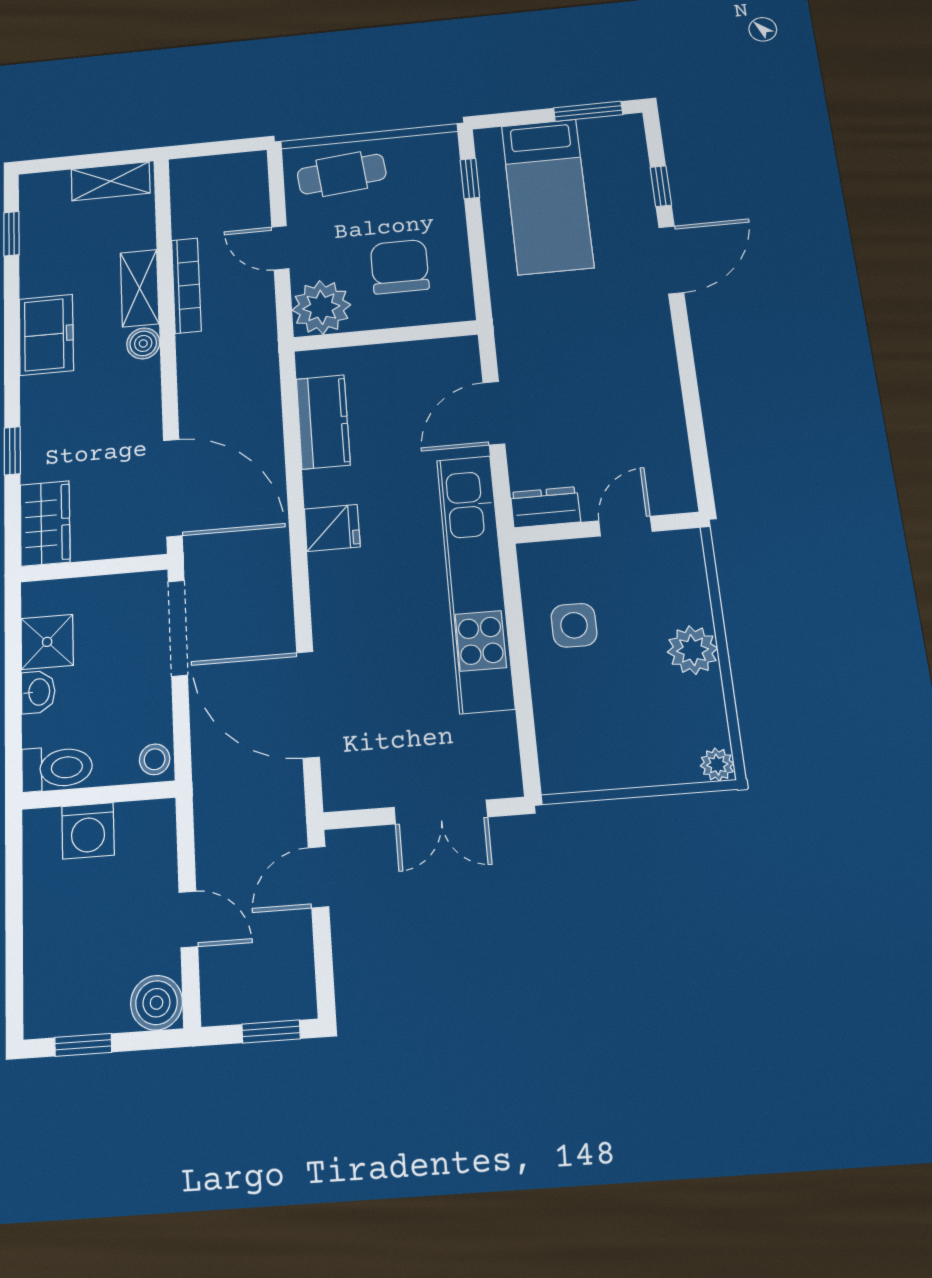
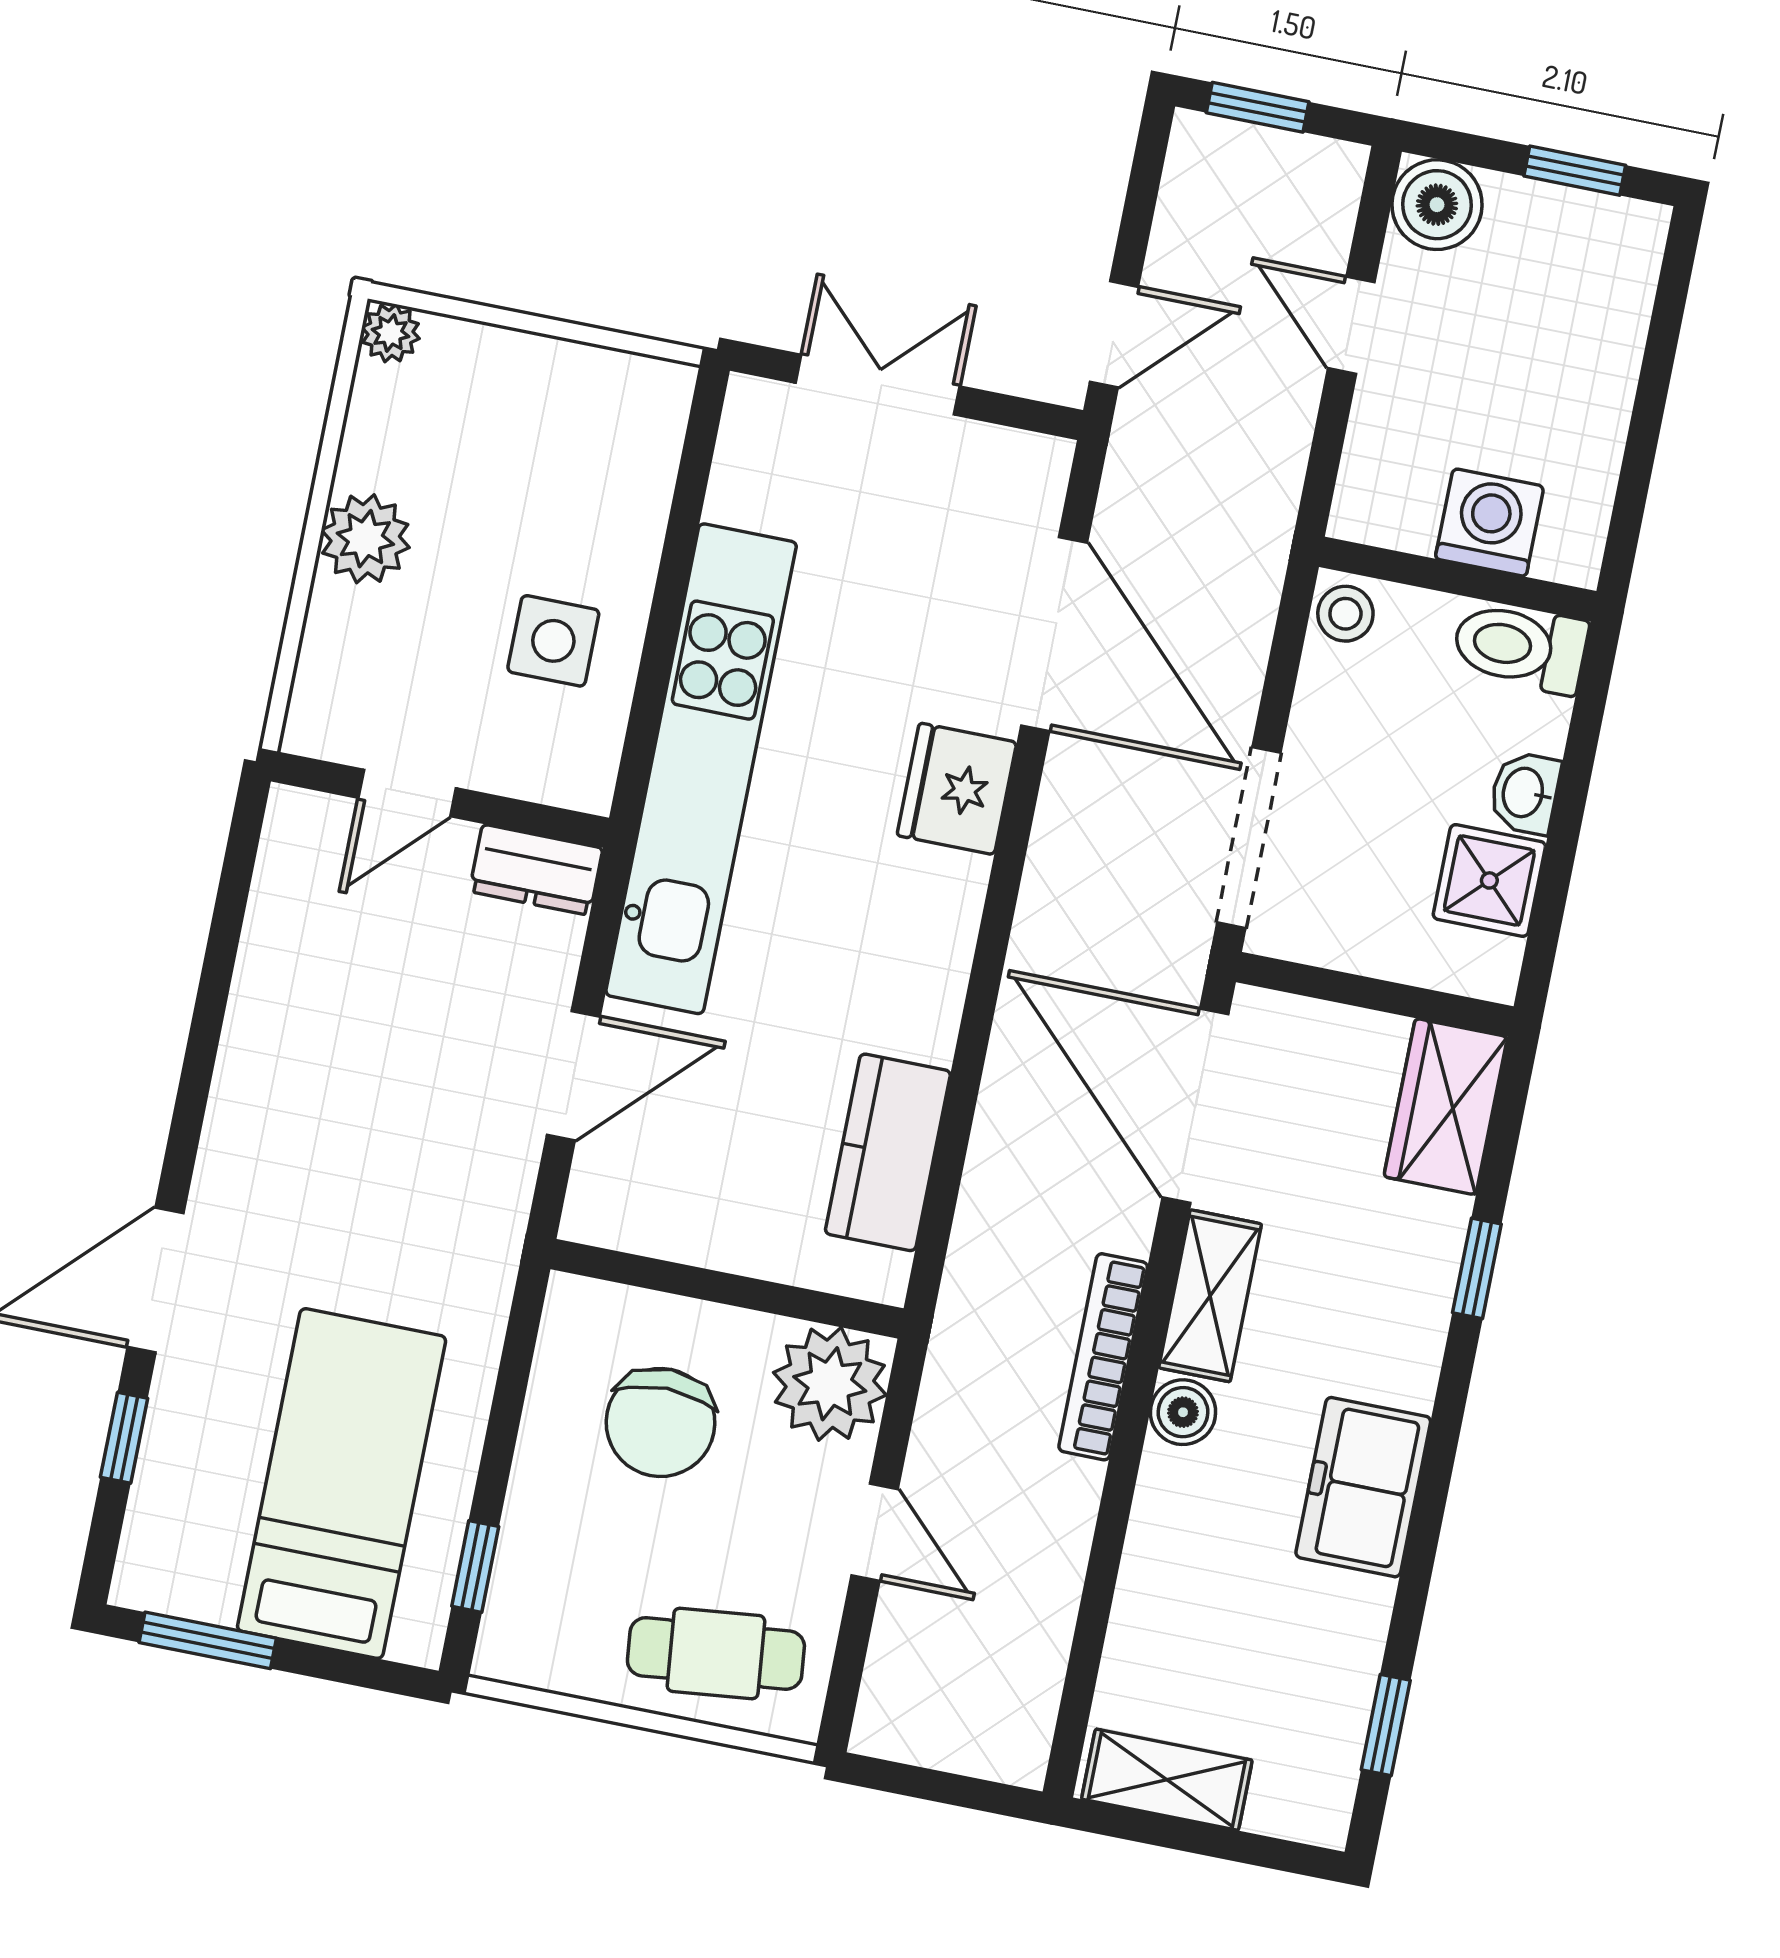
bookcase: (186, 285) -> (1103, 1357), moved
shelving: (140, 288) -> (1210, 1296), moved
fridge: (332, 528) -> (957, 789), moved, width x1.38

